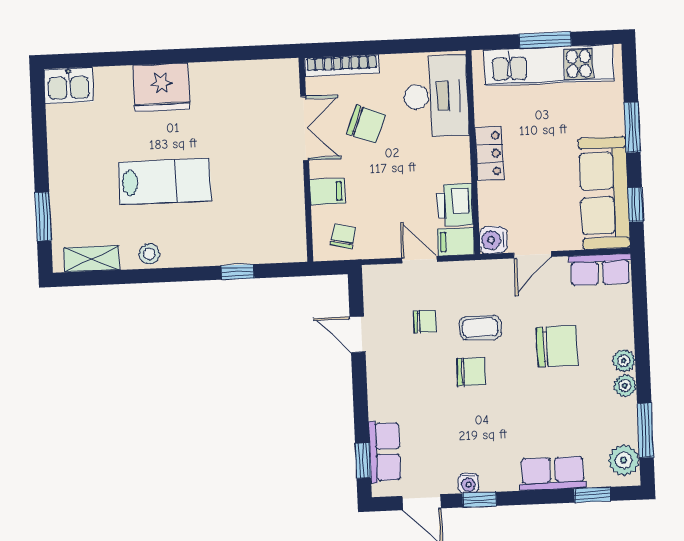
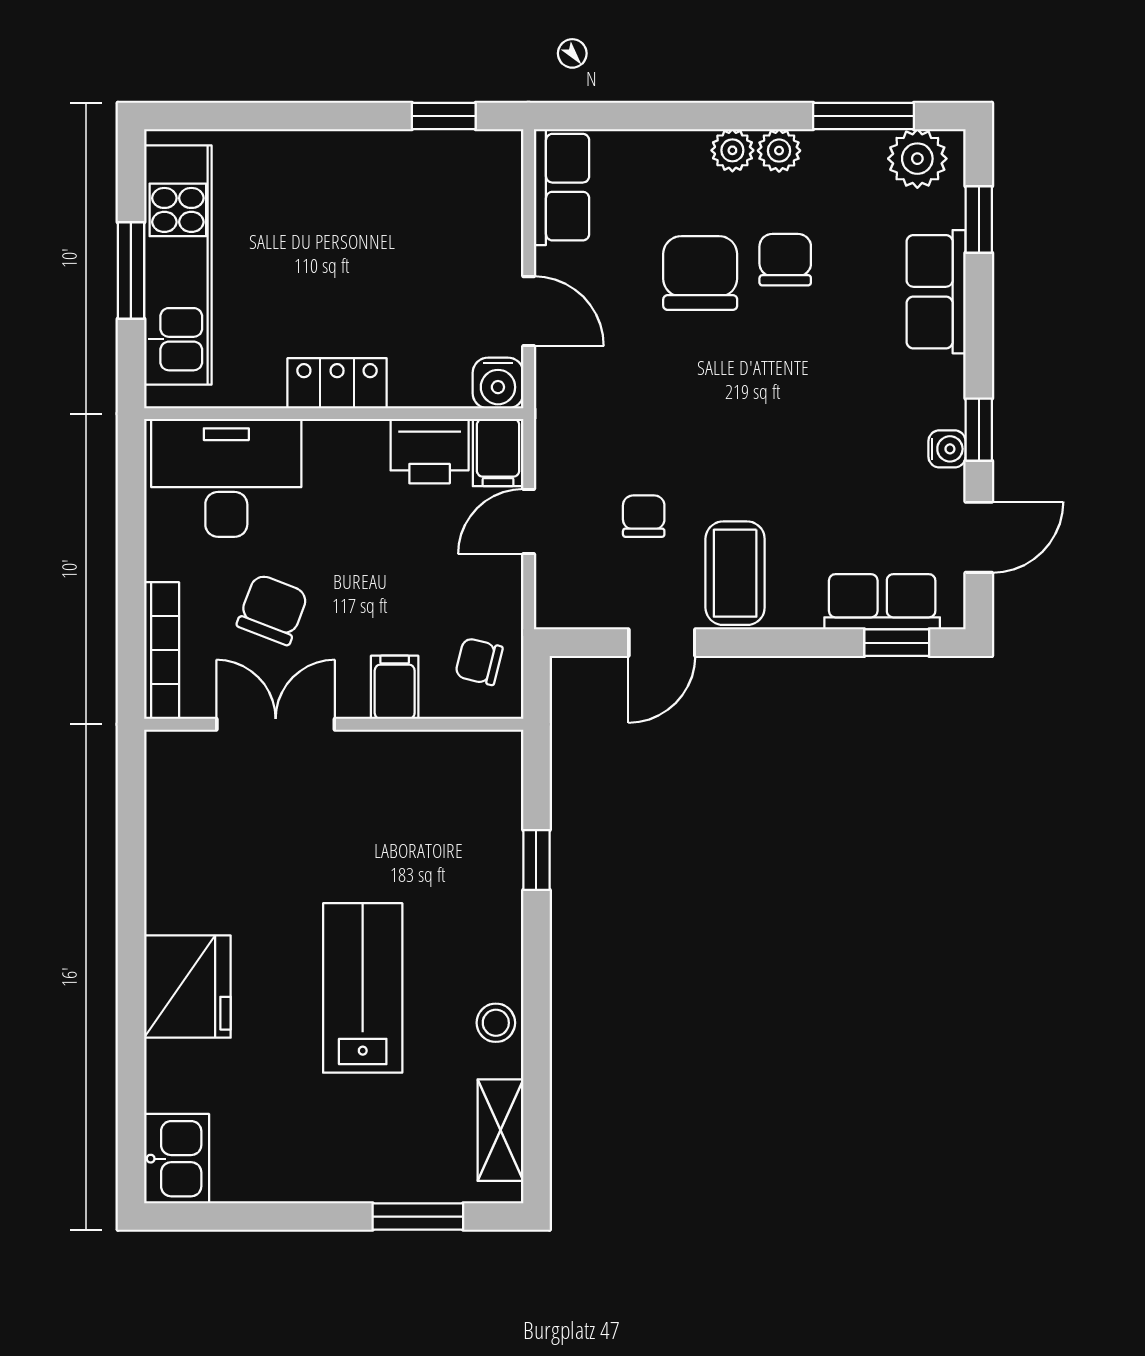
window: (632, 127) -> (300, 116), removed
sofa: (604, 193) -> (420, 173), removed
coffee table: (480, 328) -> (735, 573), moved, width x1.36, depth x1.30
chair: (471, 372) -> (785, 260), moved

